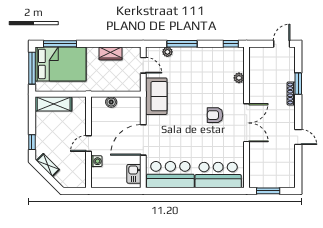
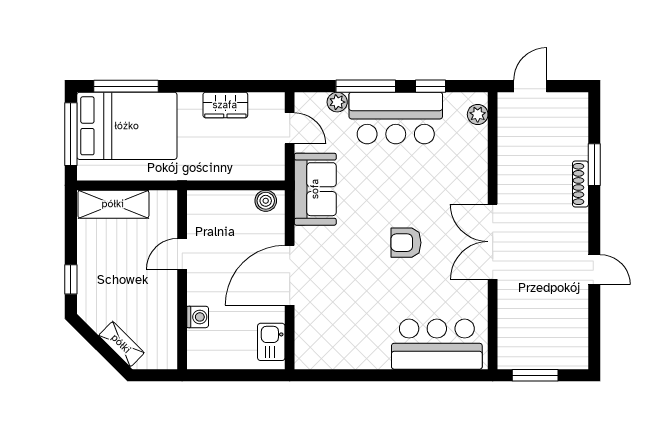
window: (231, 44) -> (431, 86), moved
door: (282, 44) -> (530, 86), moved
plant: (239, 78) -> (478, 114), moved
boiler: (111, 102) -> (266, 201), moved
armchair: (215, 115) -> (406, 243), moved
double door: (247, 123) -> (493, 242), swing flipped
door: (89, 144) -> (182, 254), moved
shelving: (48, 165) -> (121, 344), moved
bar counter: (170, 175) -> (396, 118), moved, turned 180

